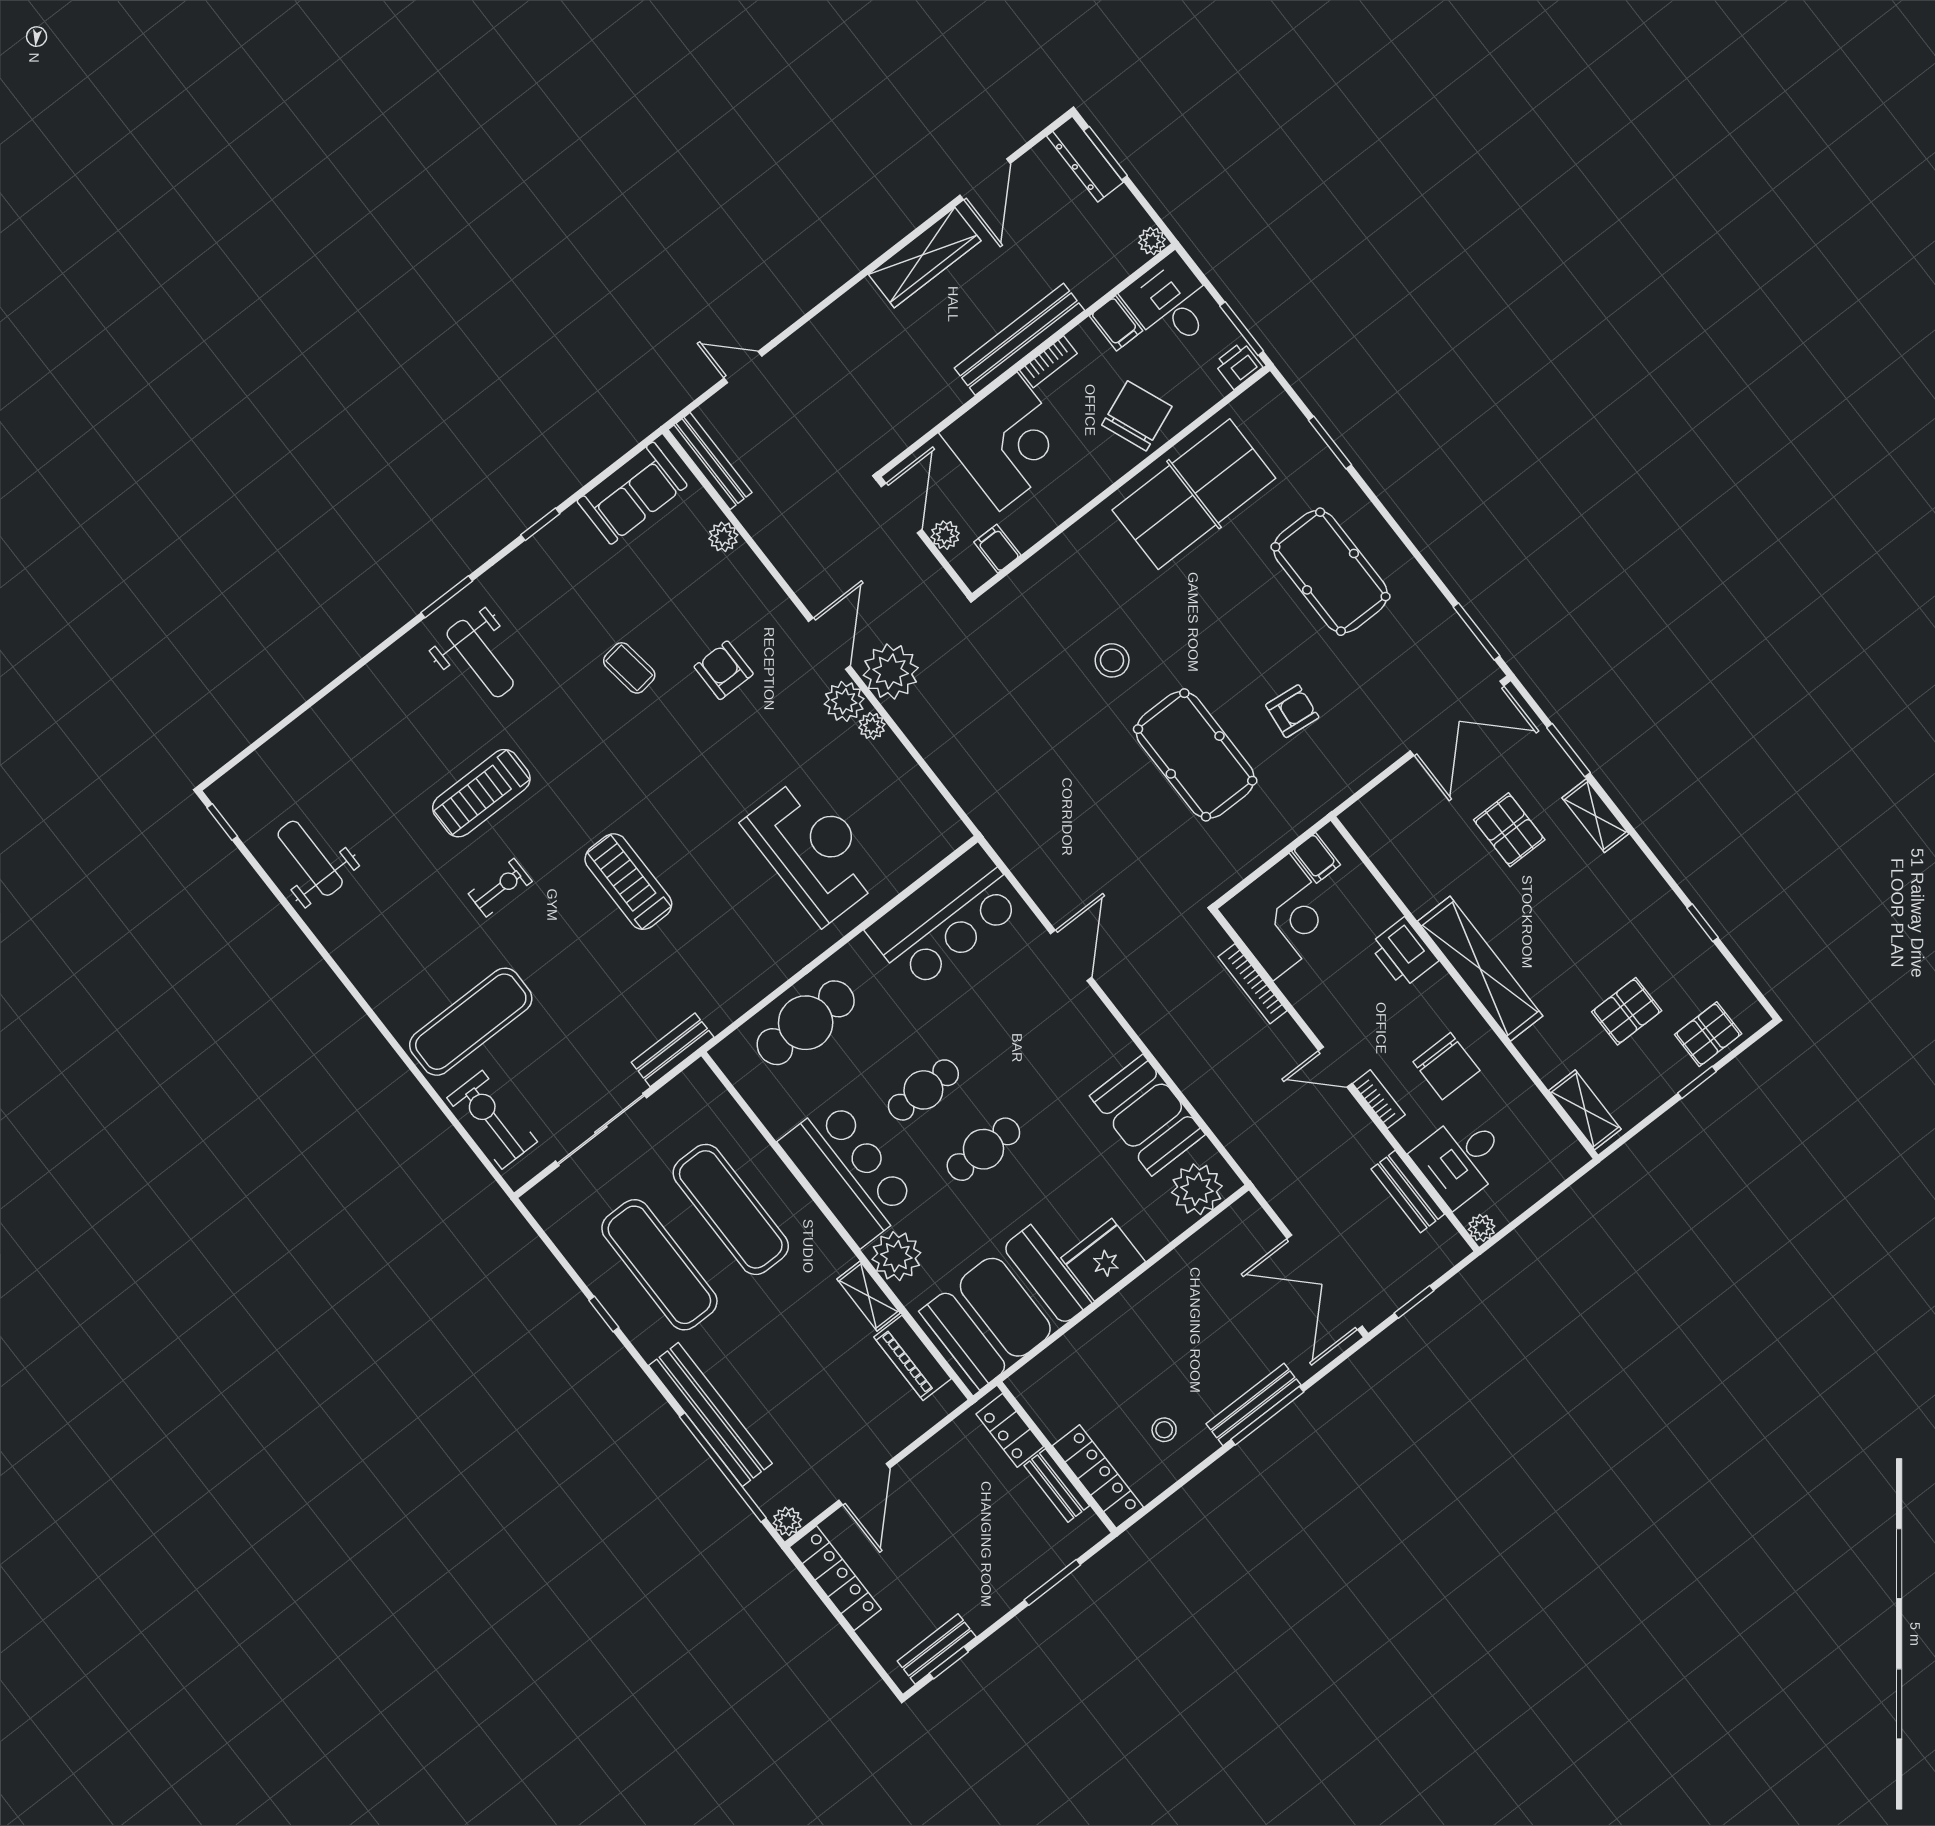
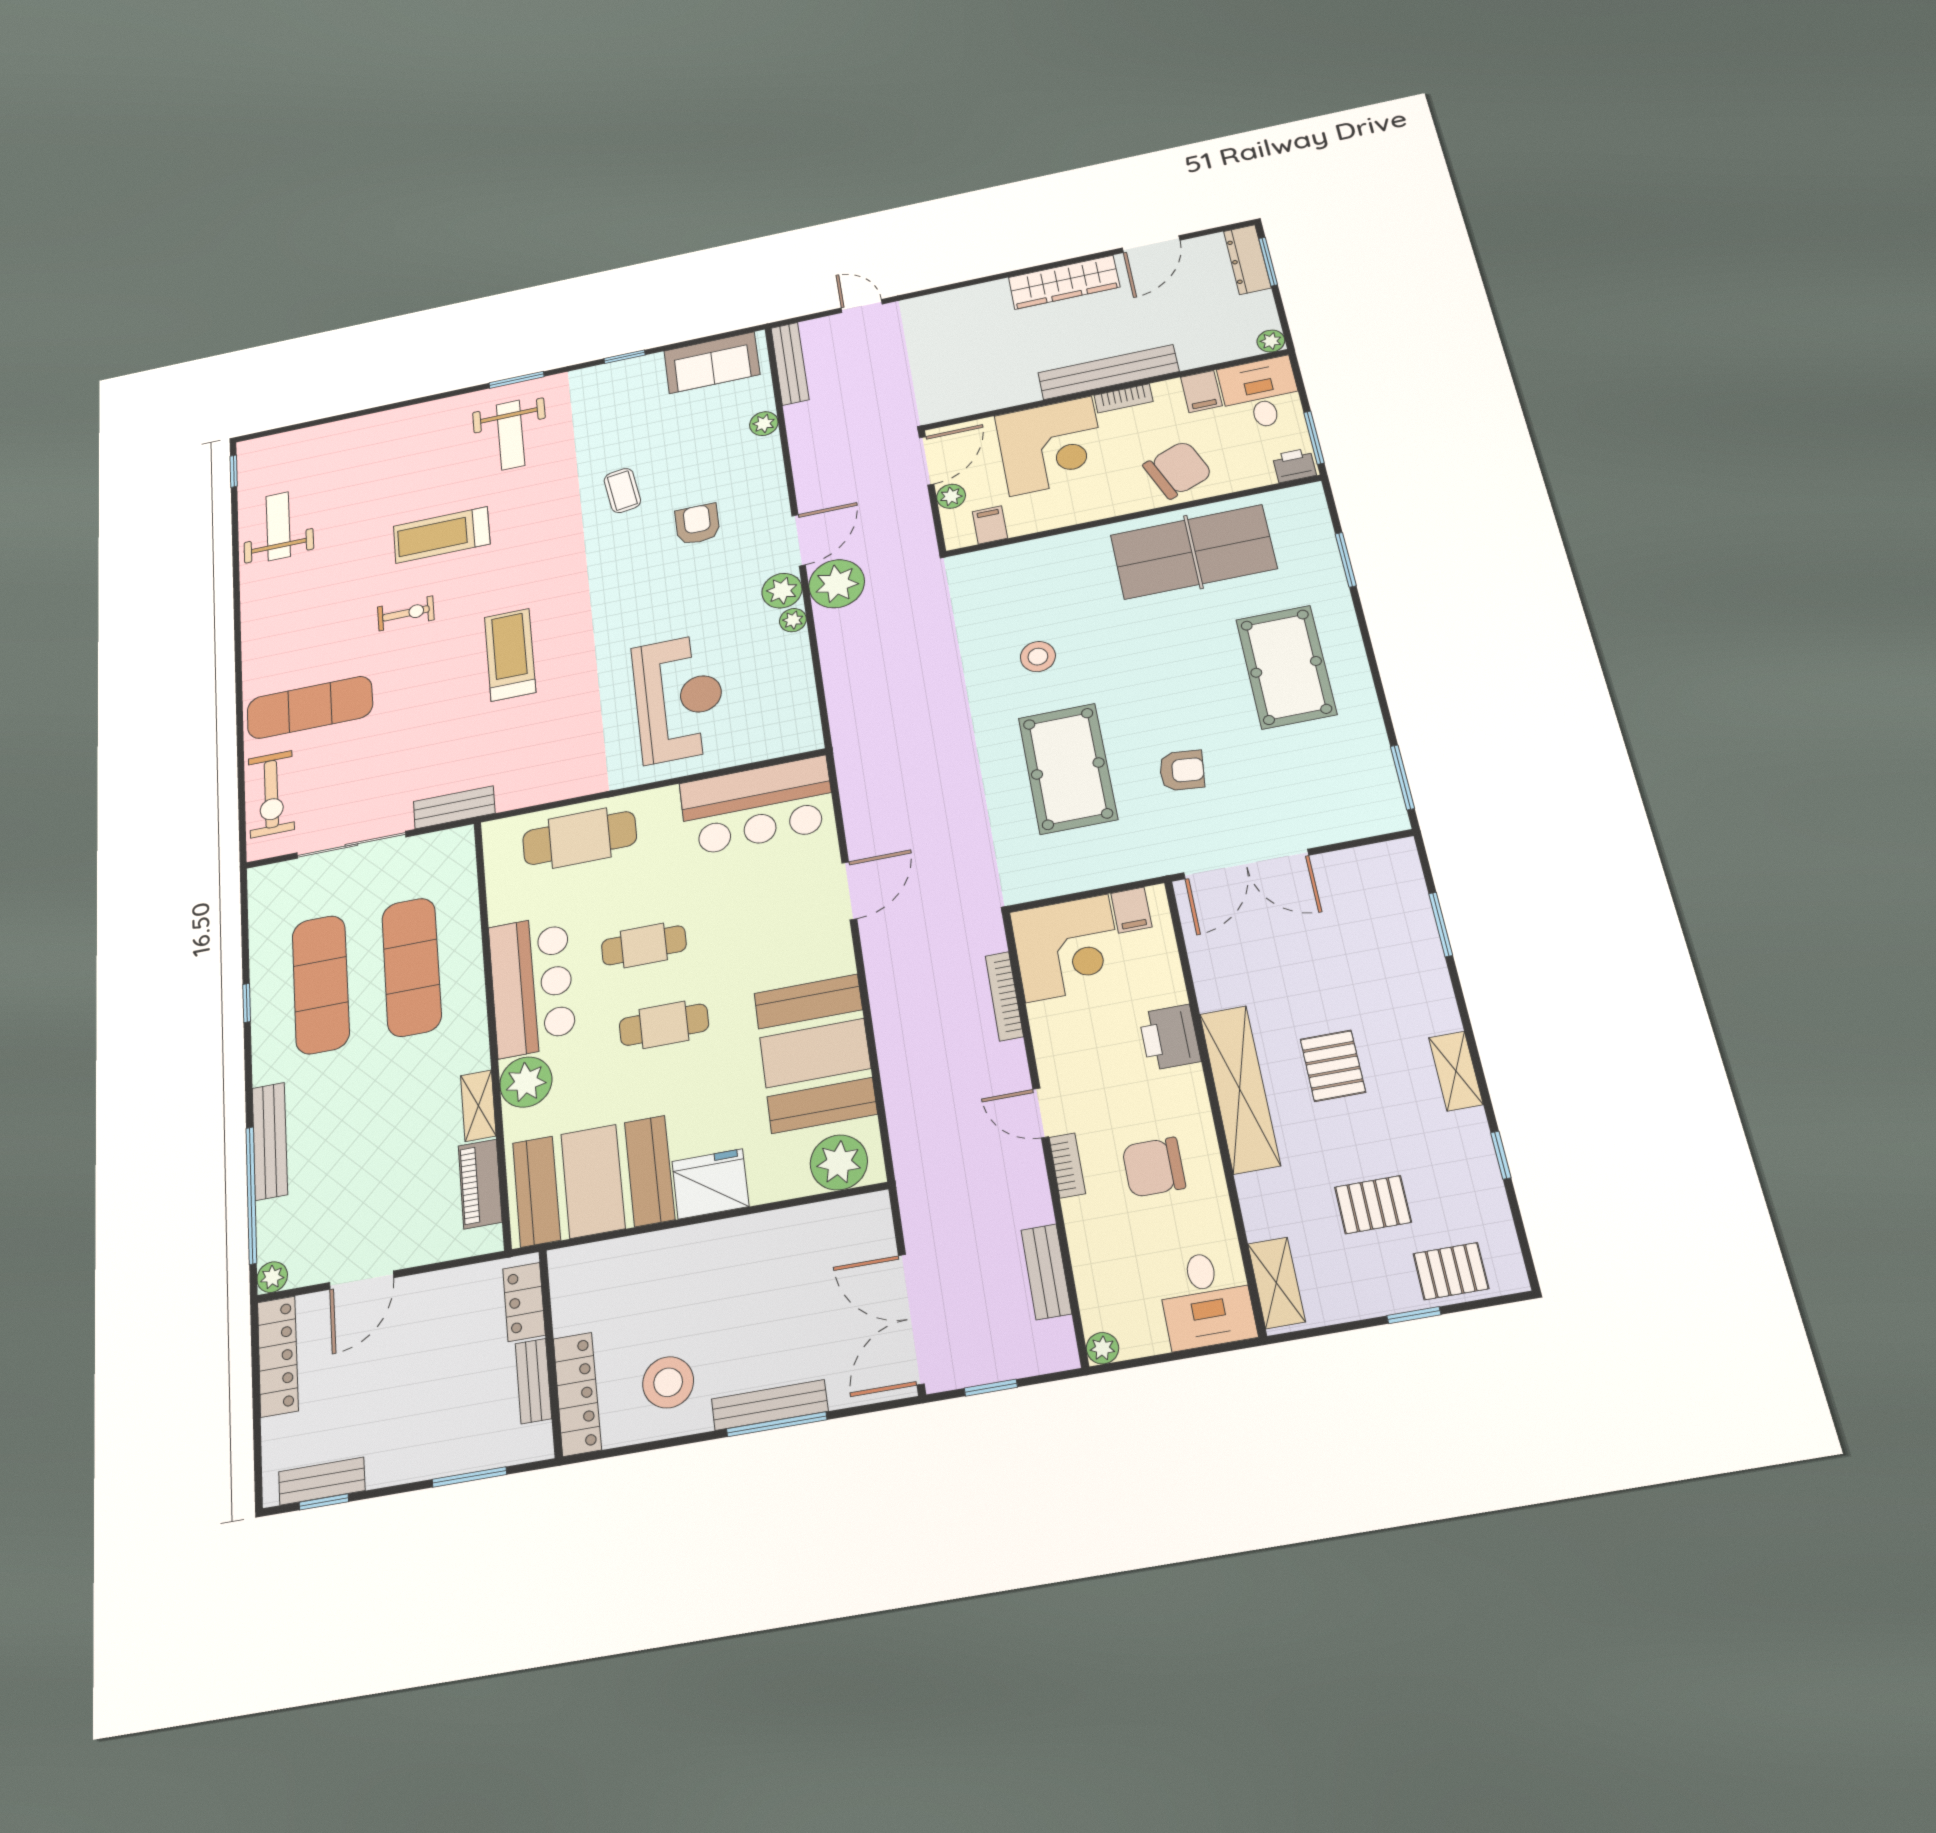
double door: (1457, 718) -> (1246, 864), moved
shelving: (1595, 816) -> (1456, 1071), moved
pallet: (1509, 830) -> (1333, 1066), moved
chair: (1446, 1066) -> (1154, 1167), turned 90
booth: (1147, 1115) -> (815, 1053), width x1.36, depth x1.42
exercise bike: (492, 1120) -> (271, 794), turned 180
desk: (1461, 1159) -> (1206, 1300), moved, turned -90
bench: (710, 1414) -> (270, 1141), width x0.73, depth x0.82
stool: (1164, 1430) -> (668, 1382), width x1.89, depth x1.89

